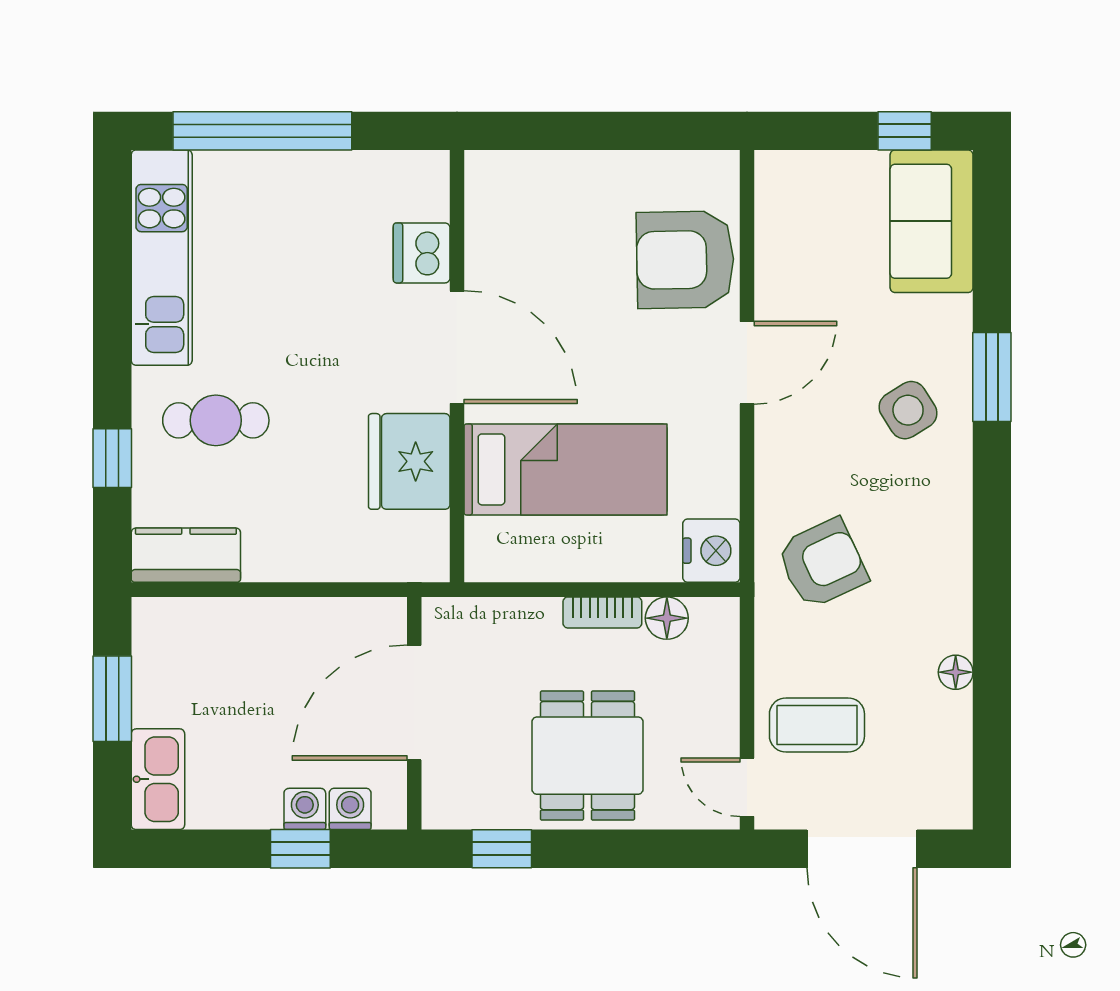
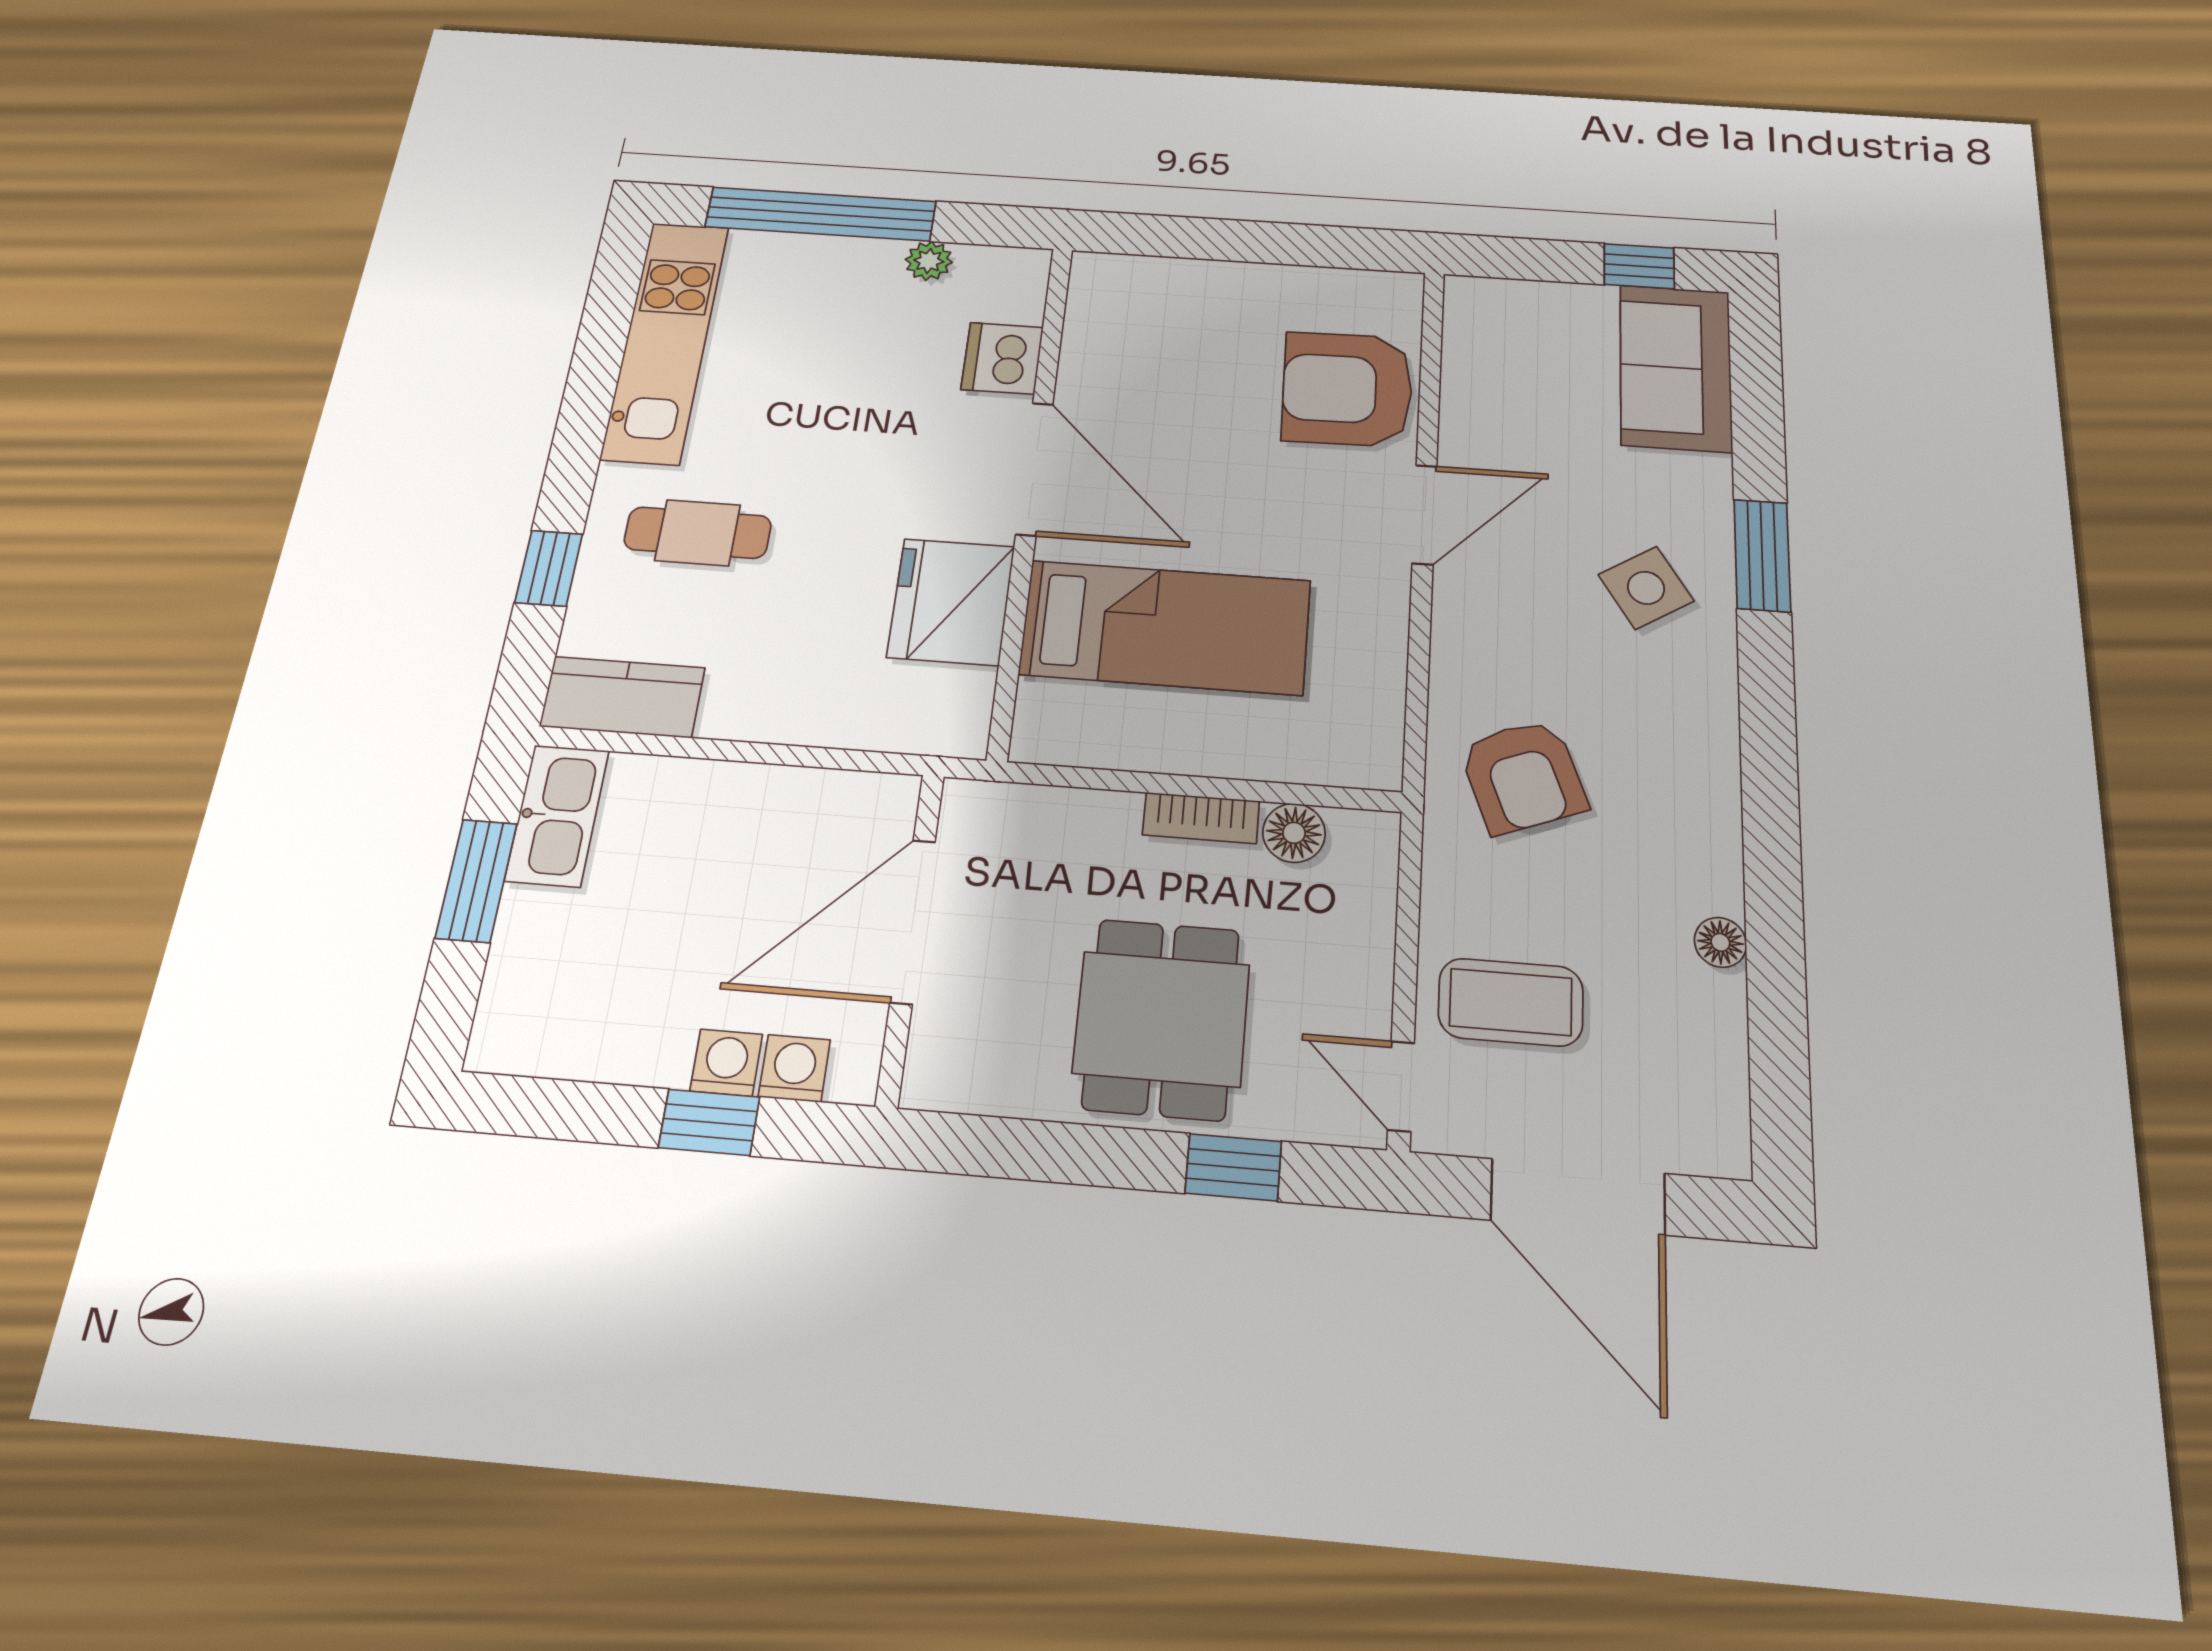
plant: (354, 168) -> (929, 261), added
nightstand: (711, 551) -> (1364, 747), removed
armchair: (822, 563) -> (1523, 776), turned 94
kitchen sink: (158, 779) -> (557, 815), moved
window: (502, 849) -> (1233, 1167), moved

